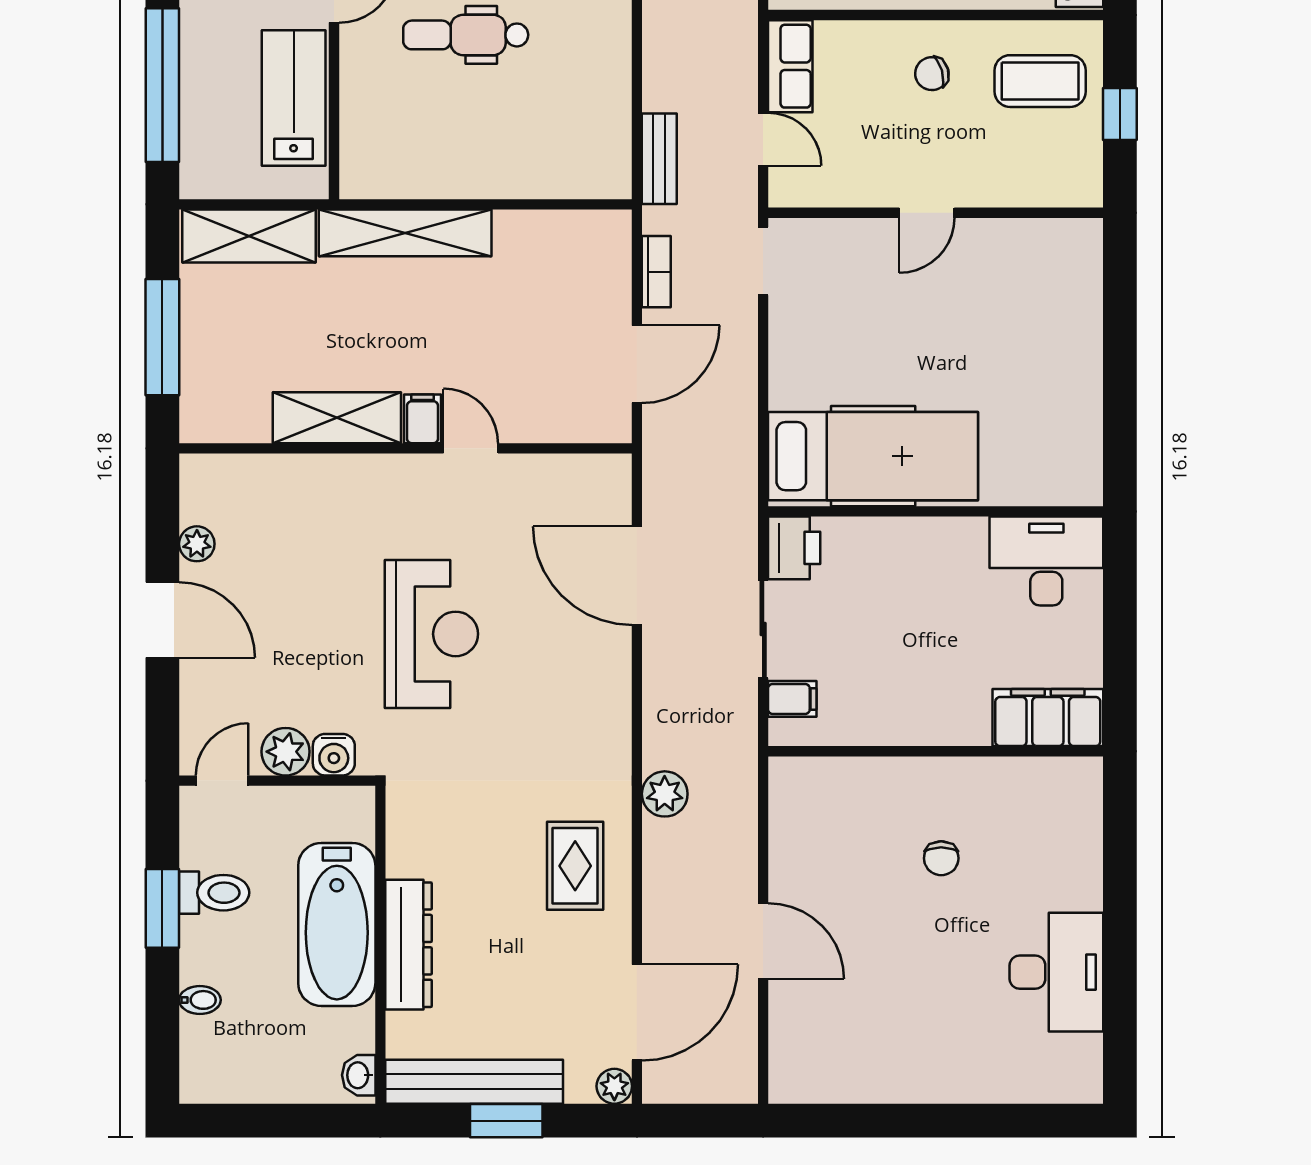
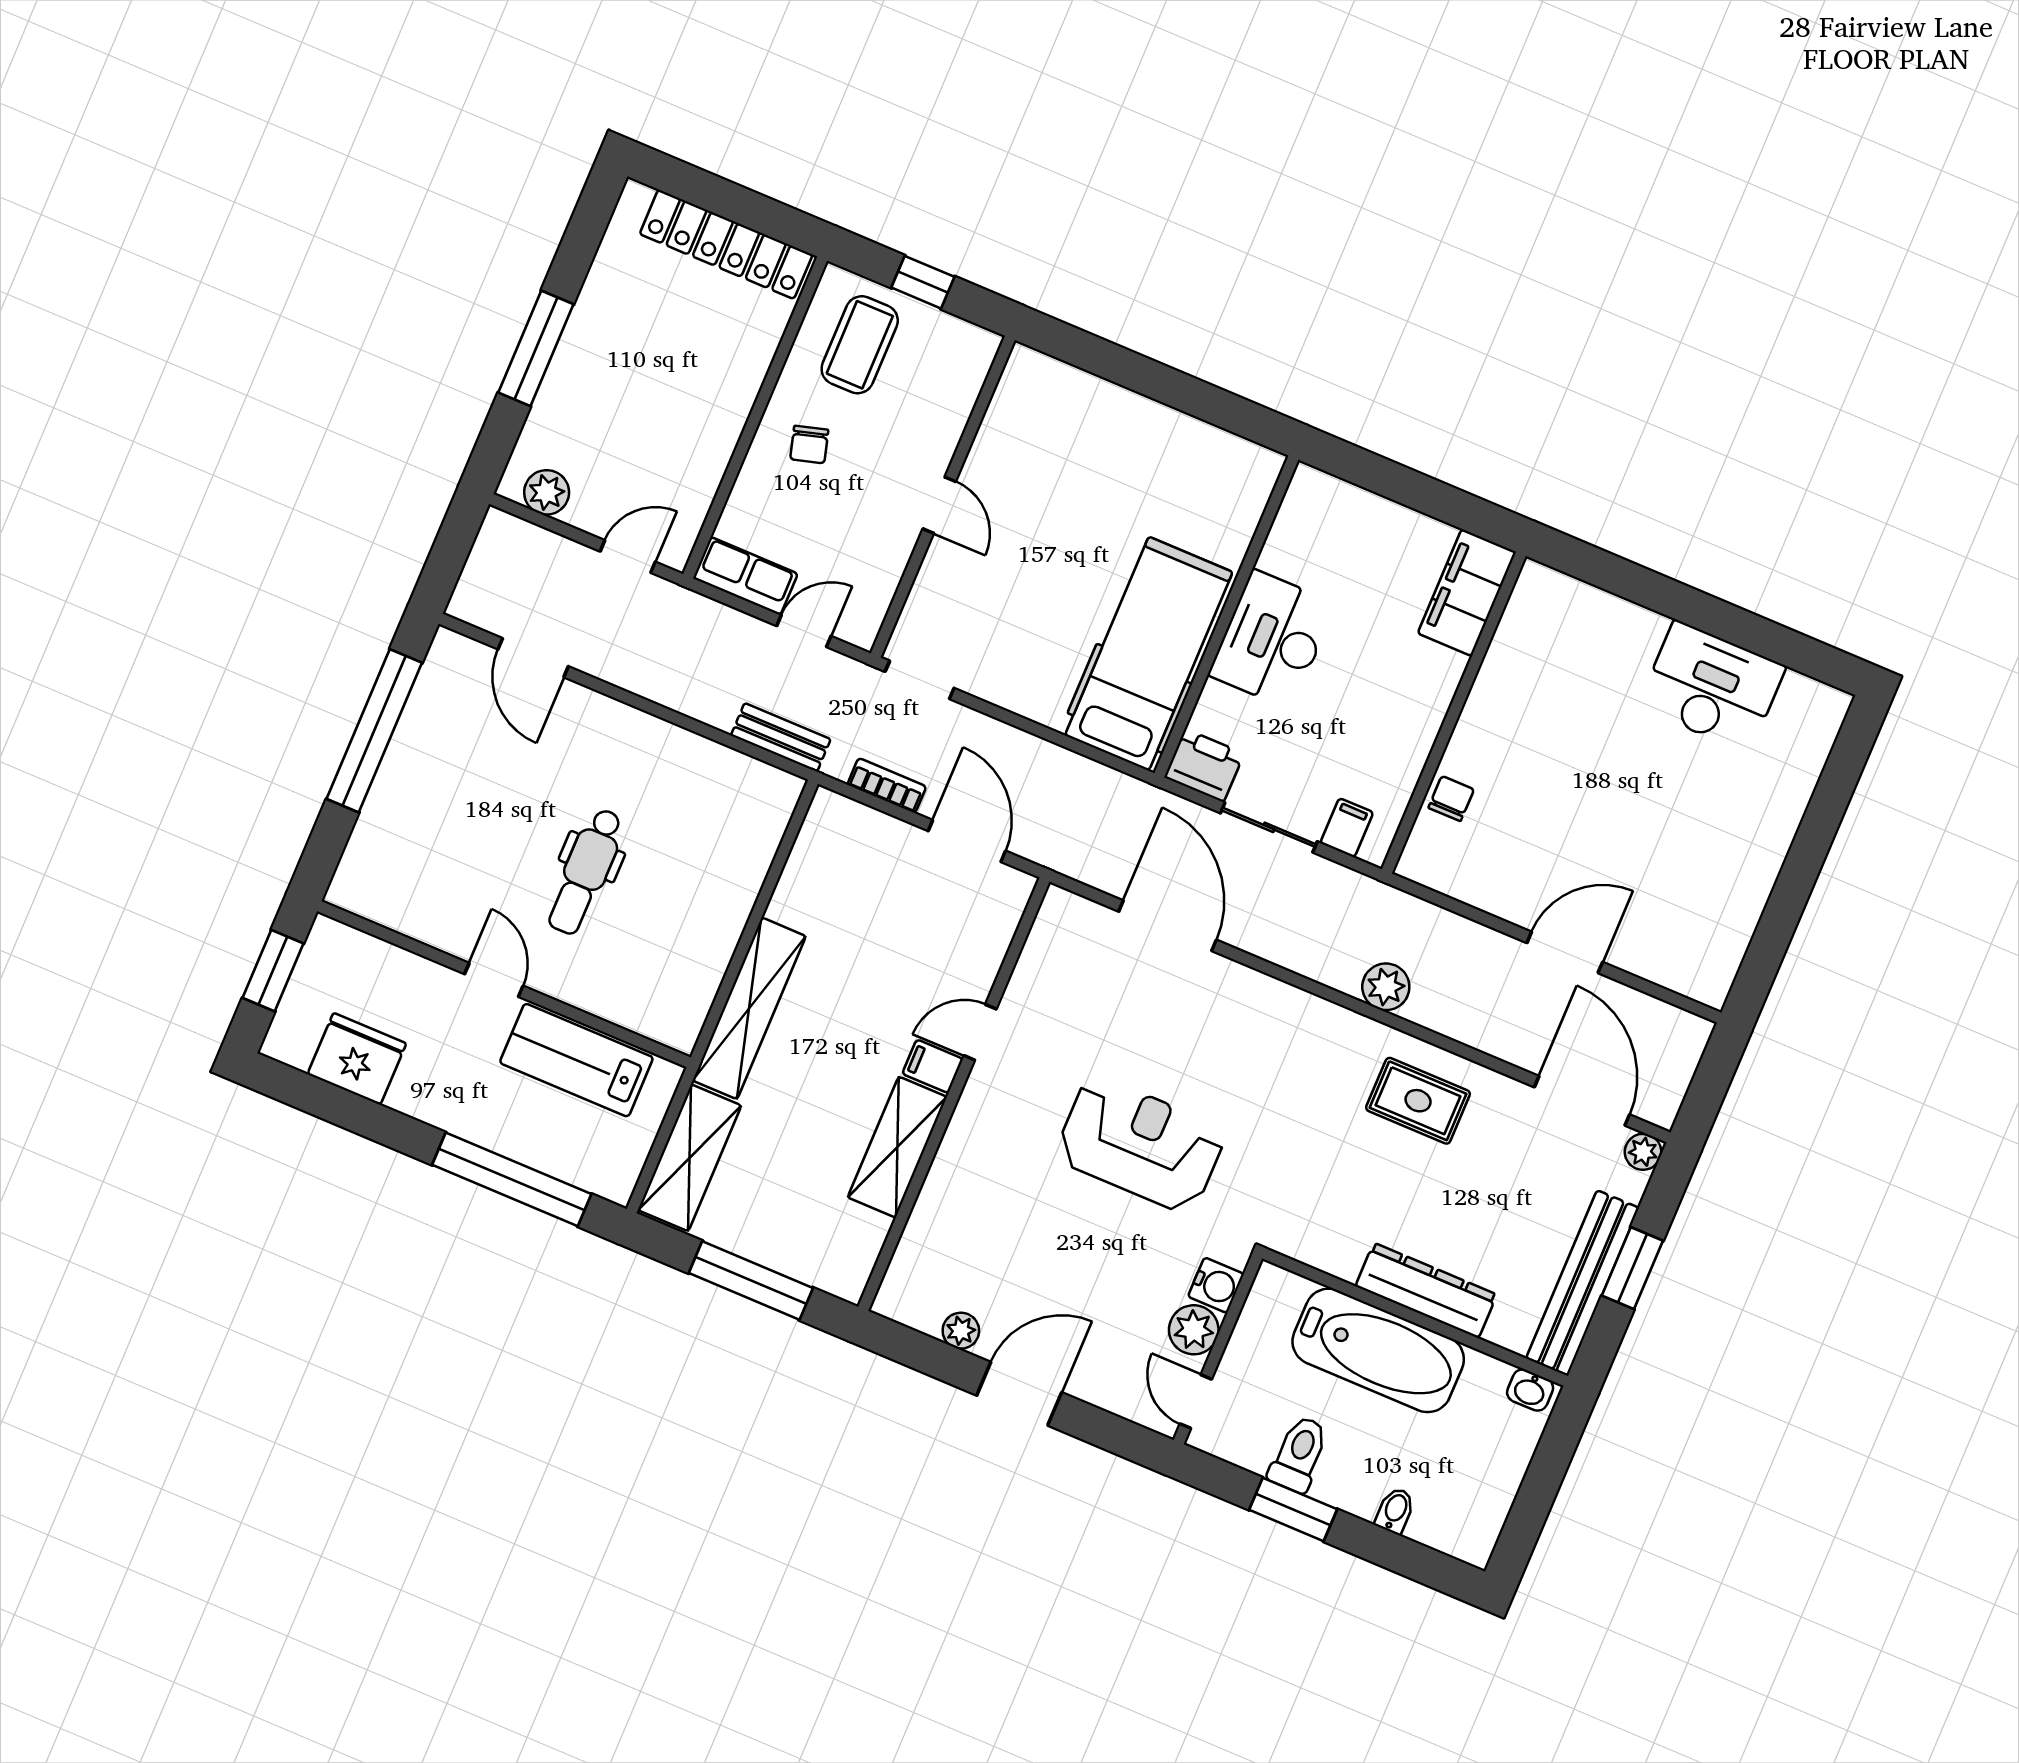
desk: (1046, 561) -> (1272, 639), moved
door: (637, 576) -> (1168, 926), swing flipped
chair: (941, 858) -> (1451, 798), moved, turned -90

